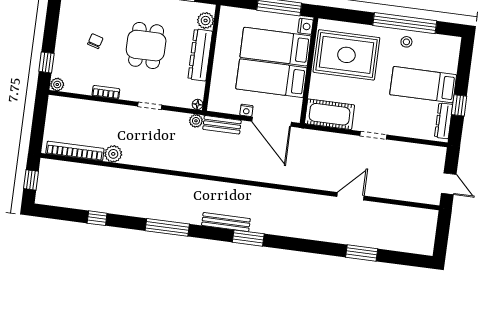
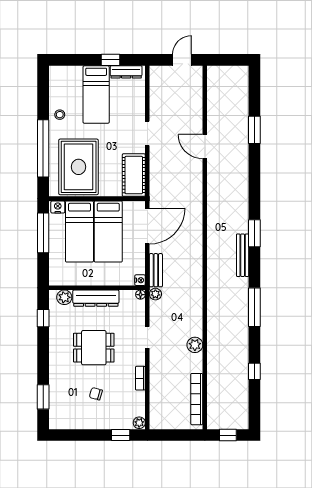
window: (405, 23) -> (43, 148), moved
nightstand: (246, 110) -> (140, 280), moved
plant: (113, 154) -> (195, 345), moved

